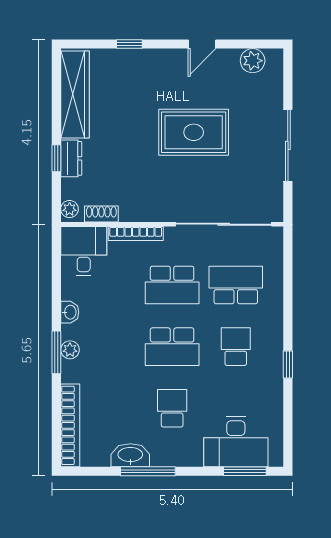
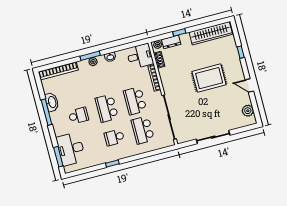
rug: (194, 132) -> (209, 78), moved, turned 90
dresser: (71, 158) -> (171, 42), moved
school desk: (236, 285) -> (143, 130), turned 180
school desk: (236, 347) -> (114, 137), turned 180

